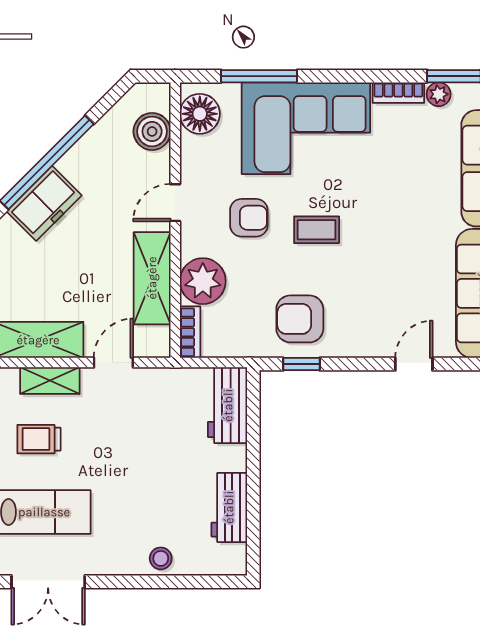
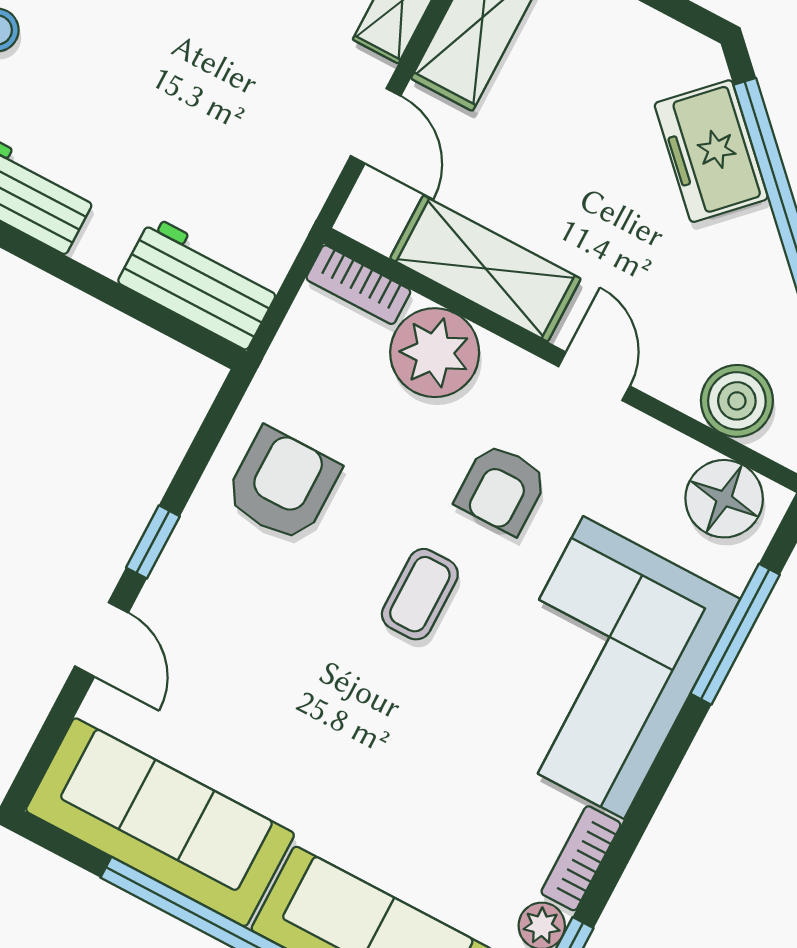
window: (301, 364) -> (153, 542), moved

